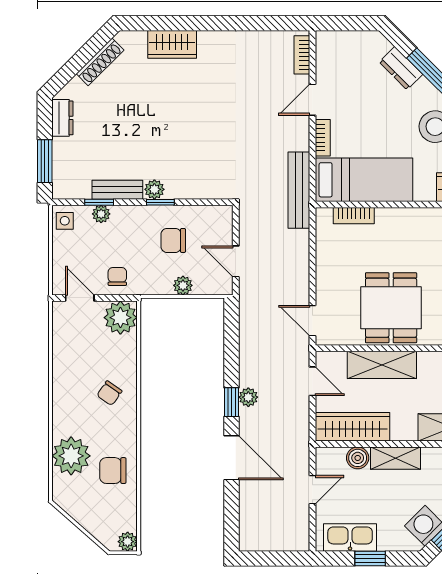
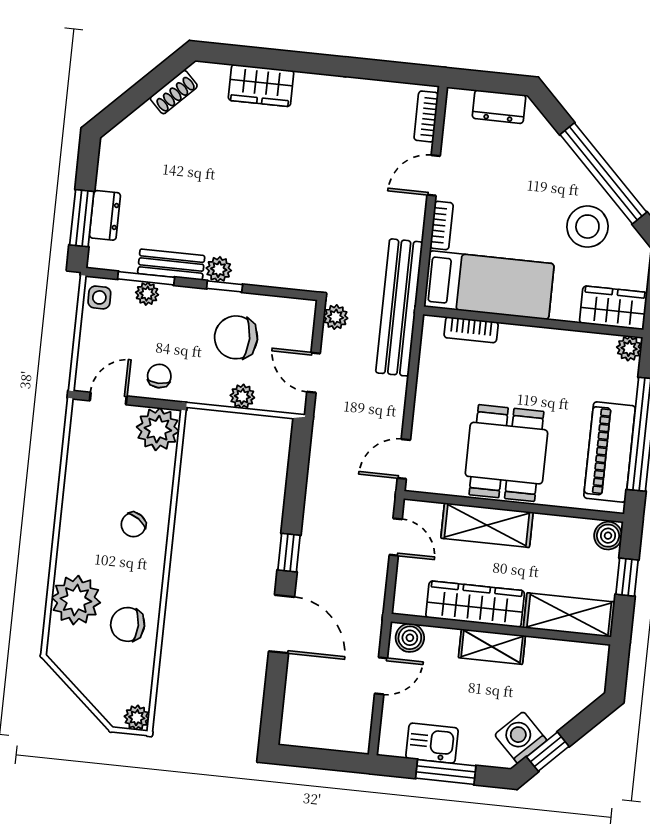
shoe rack: (100, 62) -> (174, 92), width x0.70
dresser: (401, 68) -> (499, 107), moved, turned -45
dresser: (62, 118) -> (105, 215), moved
bench: (299, 190) -> (399, 307), width x1.37, depth x1.21
window: (99, 202) -> (146, 278), width x1.50
chair: (173, 240) -> (236, 337), width x1.37, depth x1.37
door: (80, 298) -> (108, 398), hinge flipped
door: (312, 321) -> (404, 459), hinge flipped
plant: (248, 397) -> (336, 317), moved
wardrobe: (352, 427) -> (475, 604), moved
boiler: (358, 458) -> (410, 638), moved
kitchen sink: (350, 537) -> (432, 743), width x0.73
window: (370, 558) -> (446, 772), width x1.50

